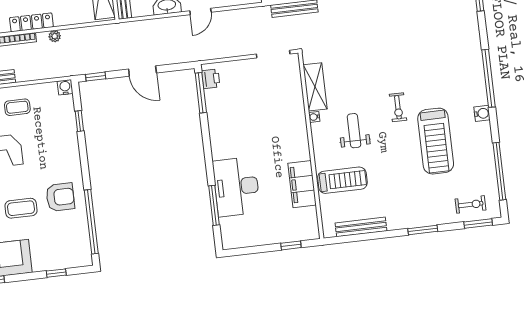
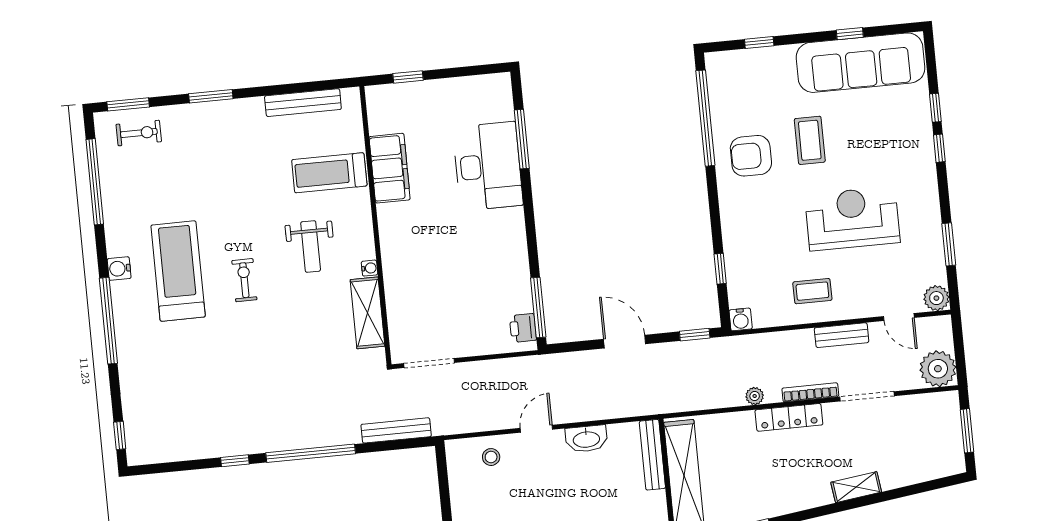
treadmill: (436, 141) -> (178, 271), moved
exercise bike: (471, 204) -> (139, 133), turned 180
coffee table: (21, 208) -> (810, 140), turned 90

